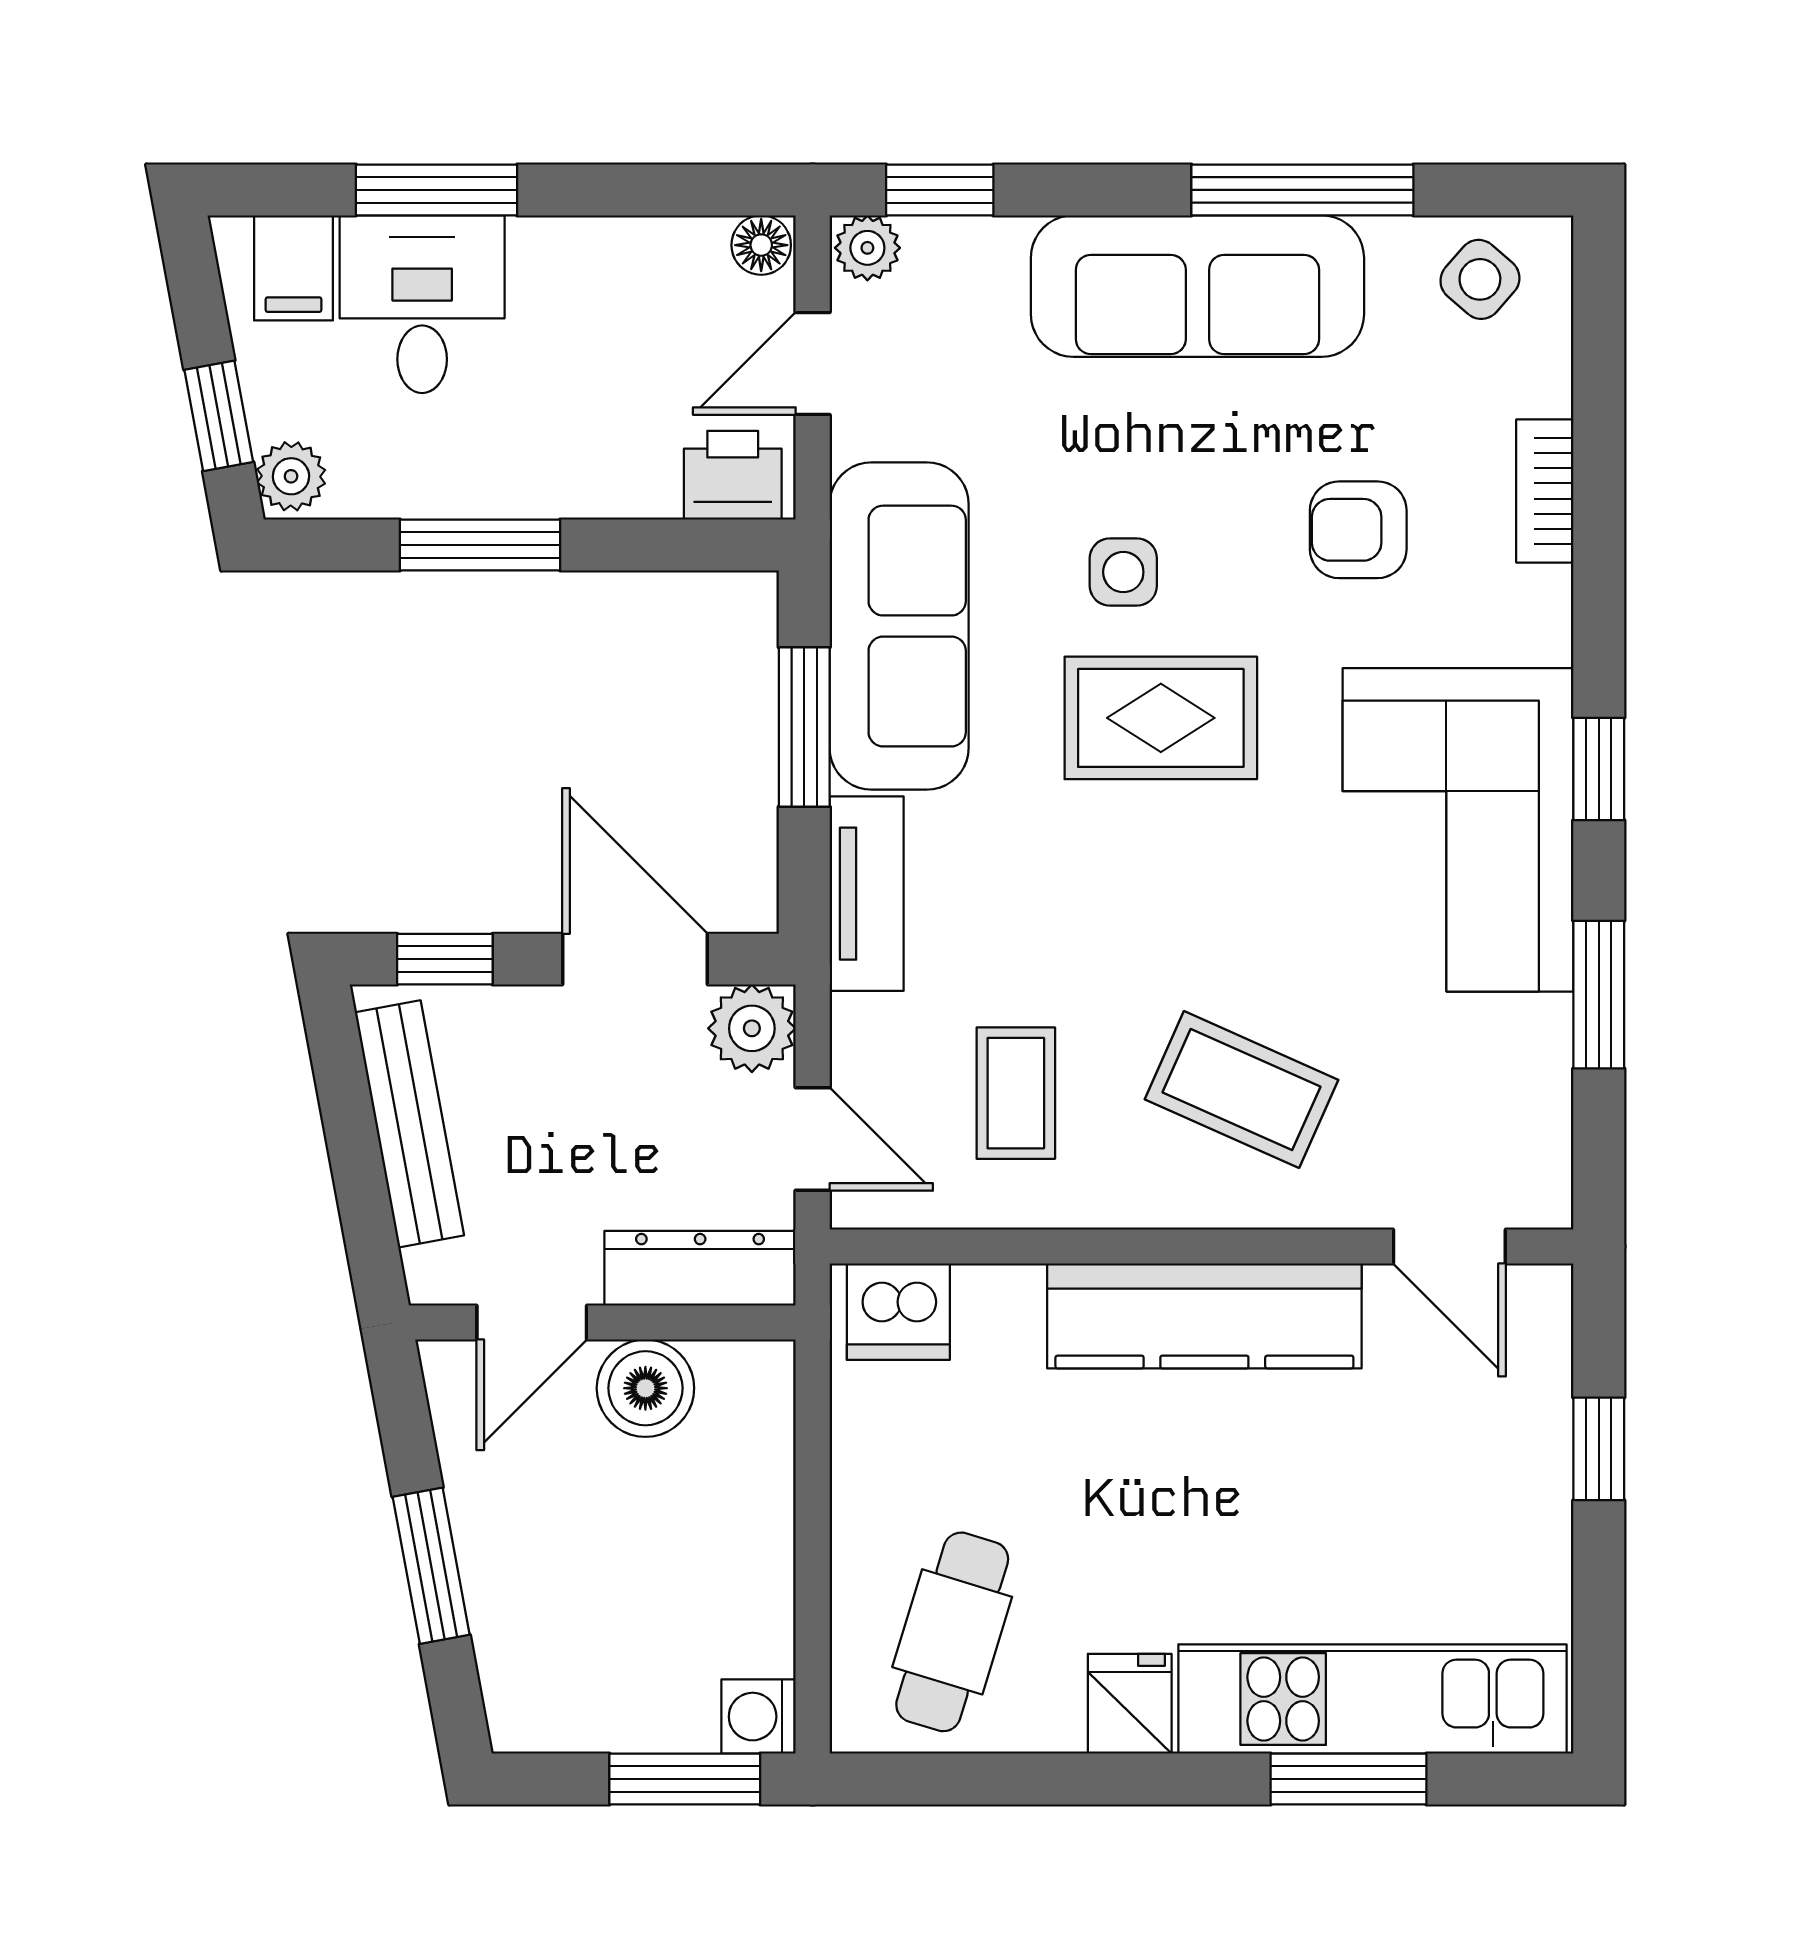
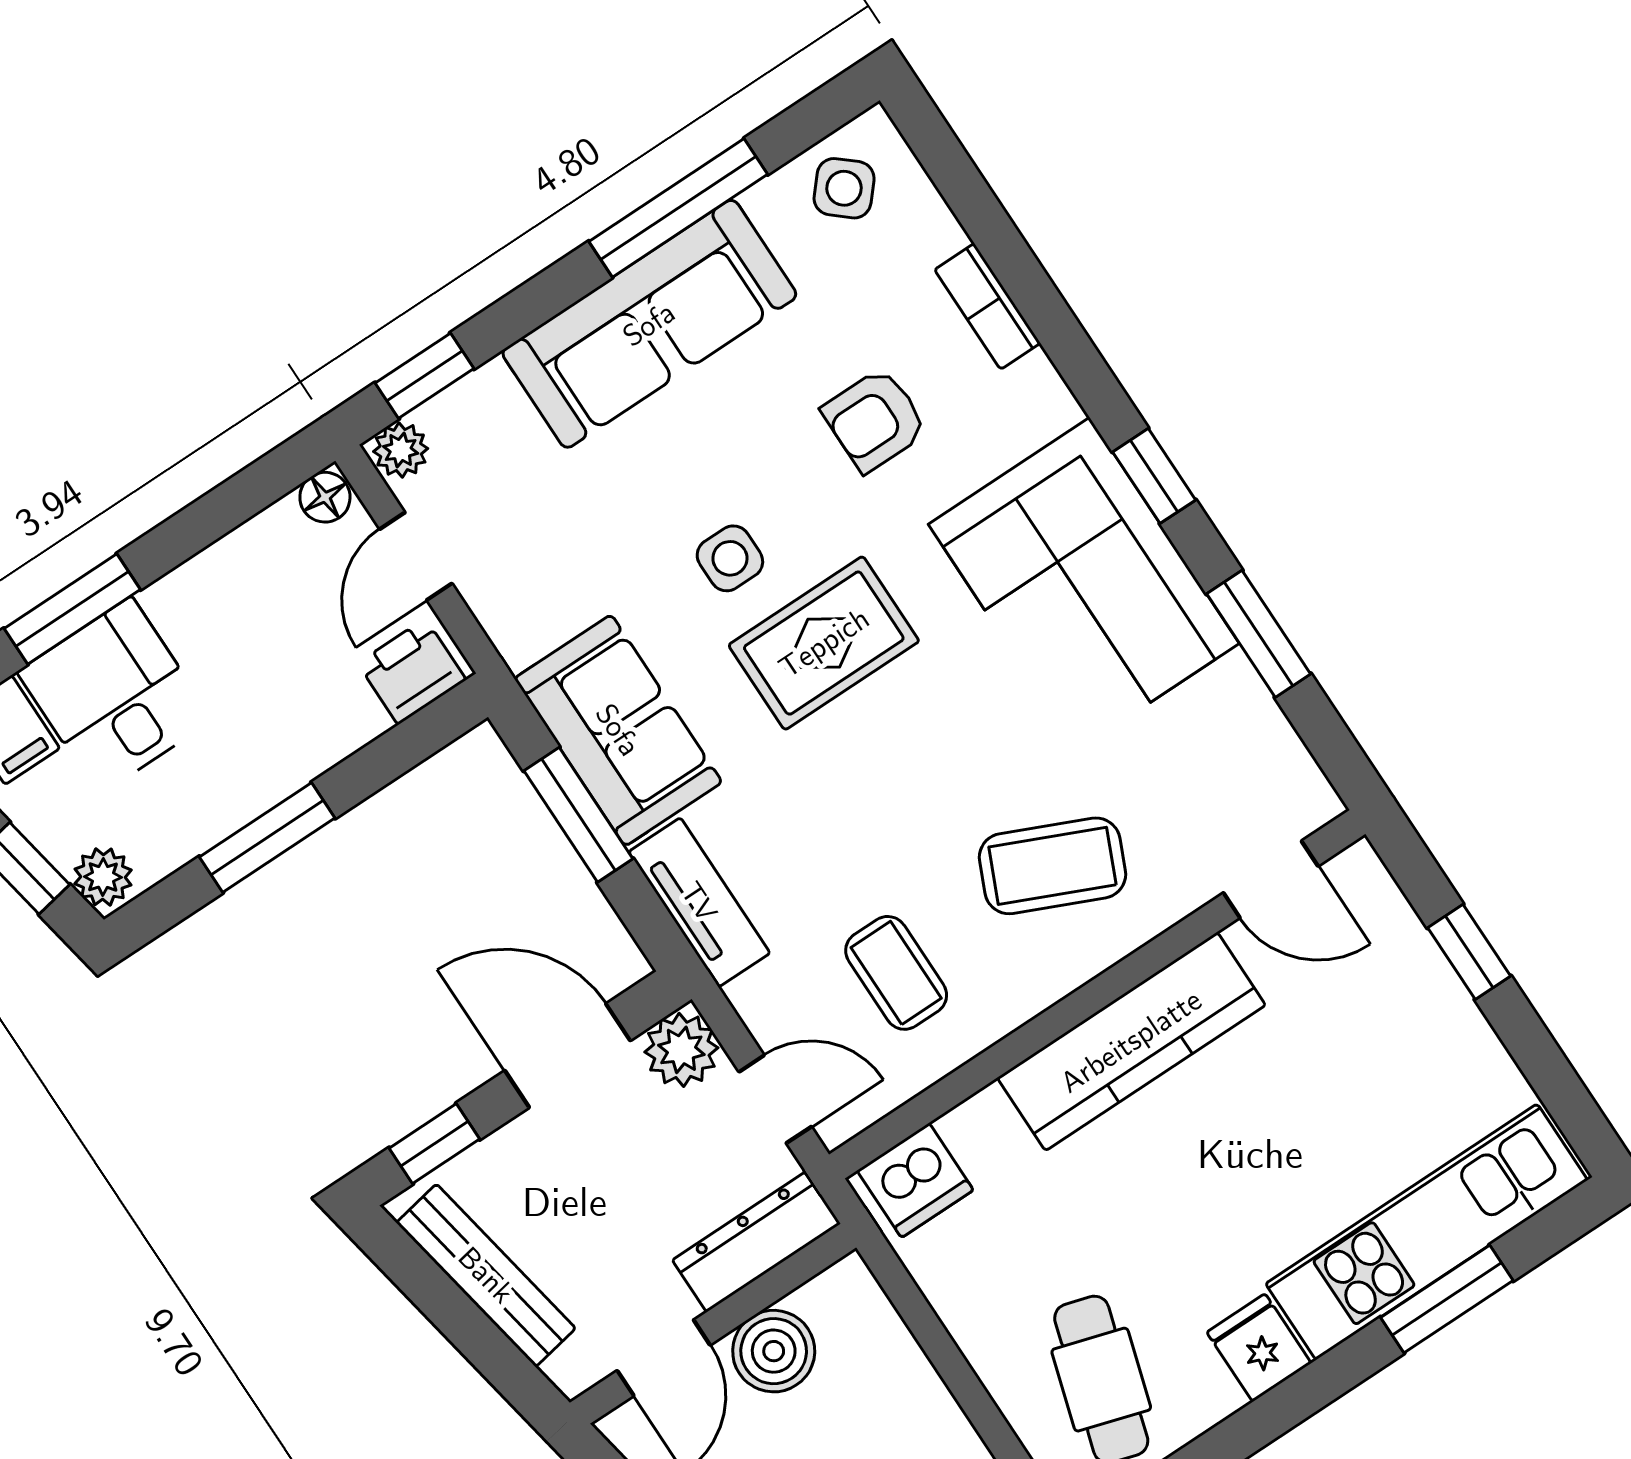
sofa: (899, 626) -> (618, 730), width x0.73

